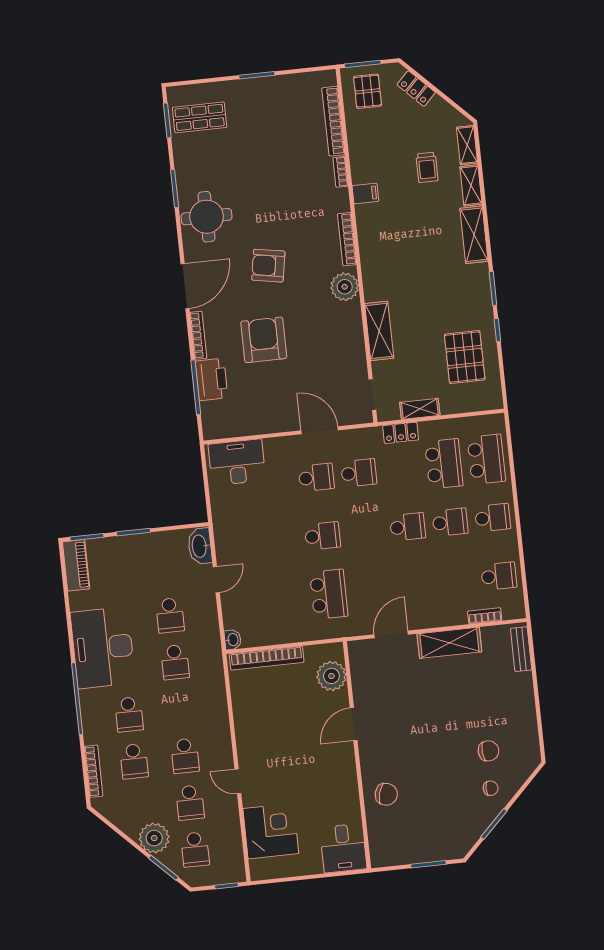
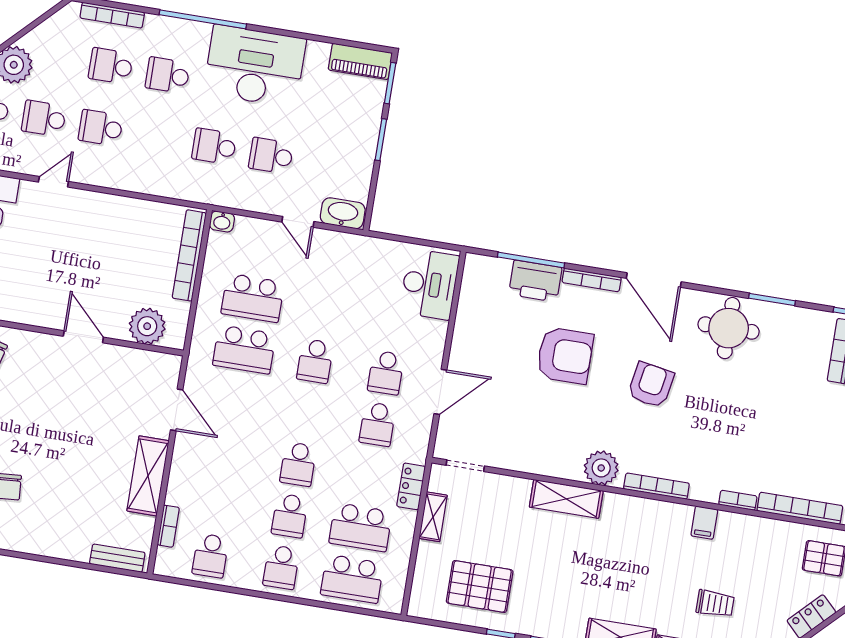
trolley: (427, 167) -> (715, 604), turned 180
shelving: (379, 331) -> (566, 499), moved
school desk: (286, 599) -> (253, 298), added

